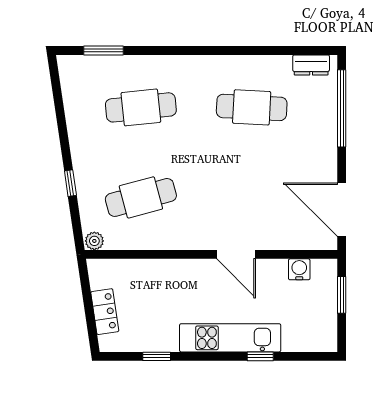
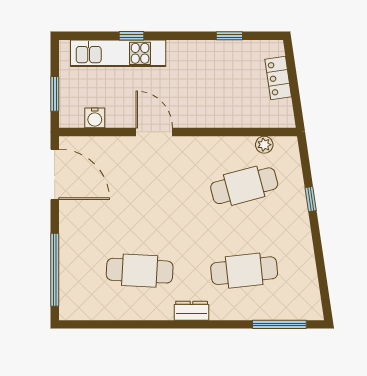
window: (104, 50) -> (279, 324), width x1.44
dresser: (311, 65) -> (192, 311), moved
plant: (94, 241) -> (264, 145), moved
kitchen unit: (230, 338) -> (118, 53), moved

